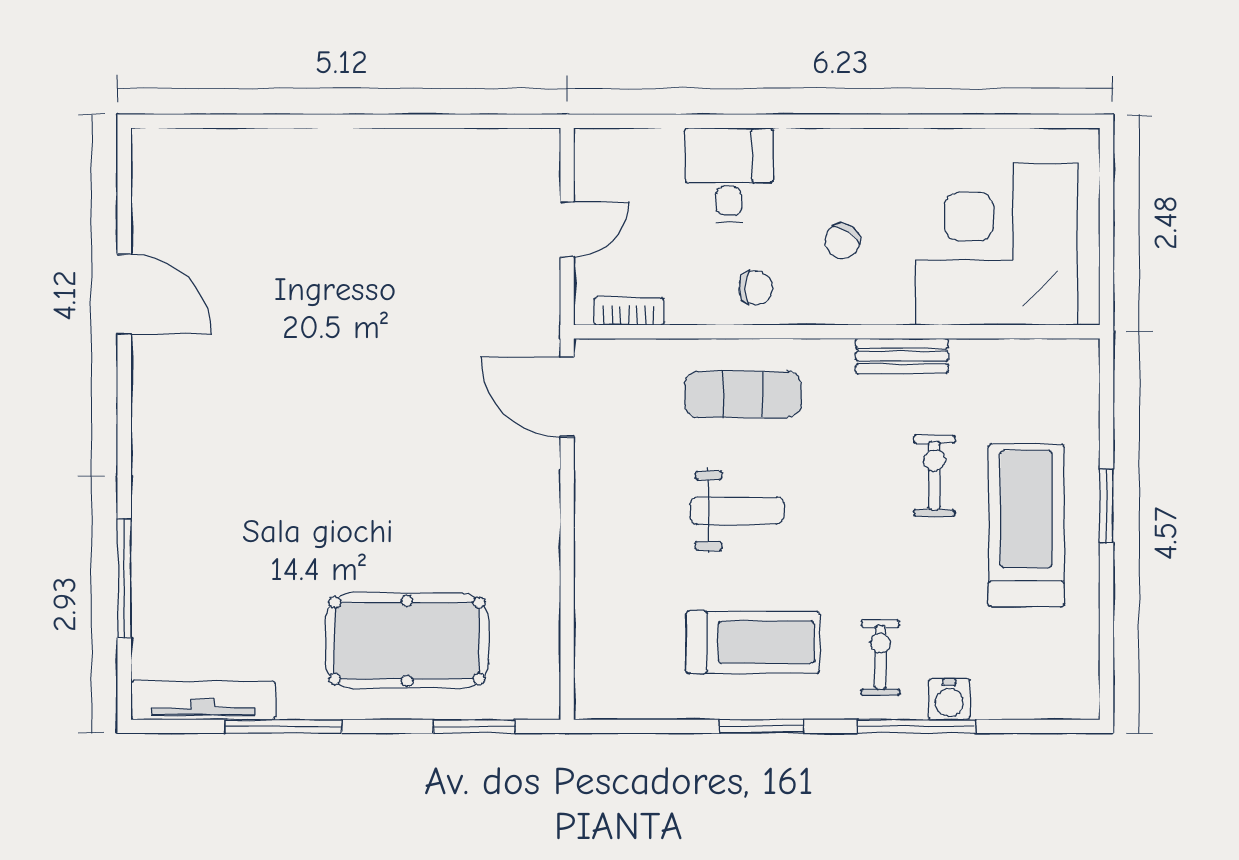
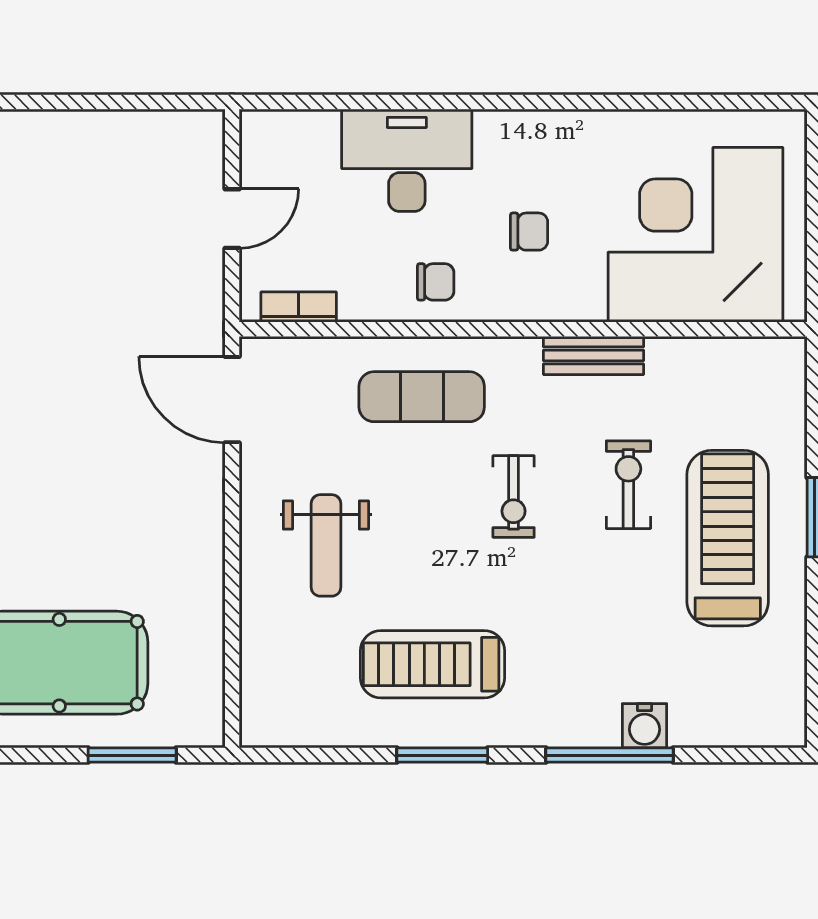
desk: (729, 175) -> (407, 160), width x1.37
chair: (842, 241) -> (529, 232), turned -125
weight bench: (737, 511) -> (326, 545), moved, turned 90
treadmill: (753, 642) -> (433, 664), turned 180
exercise bike: (880, 657) -> (514, 497), moved, turned 180

